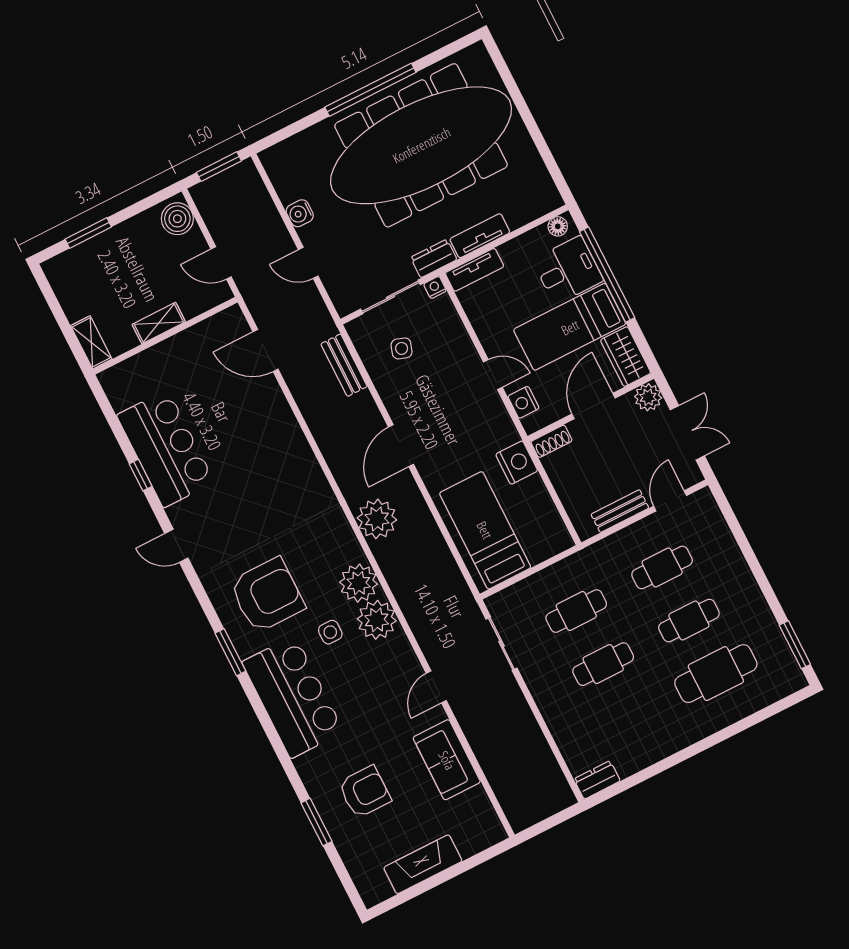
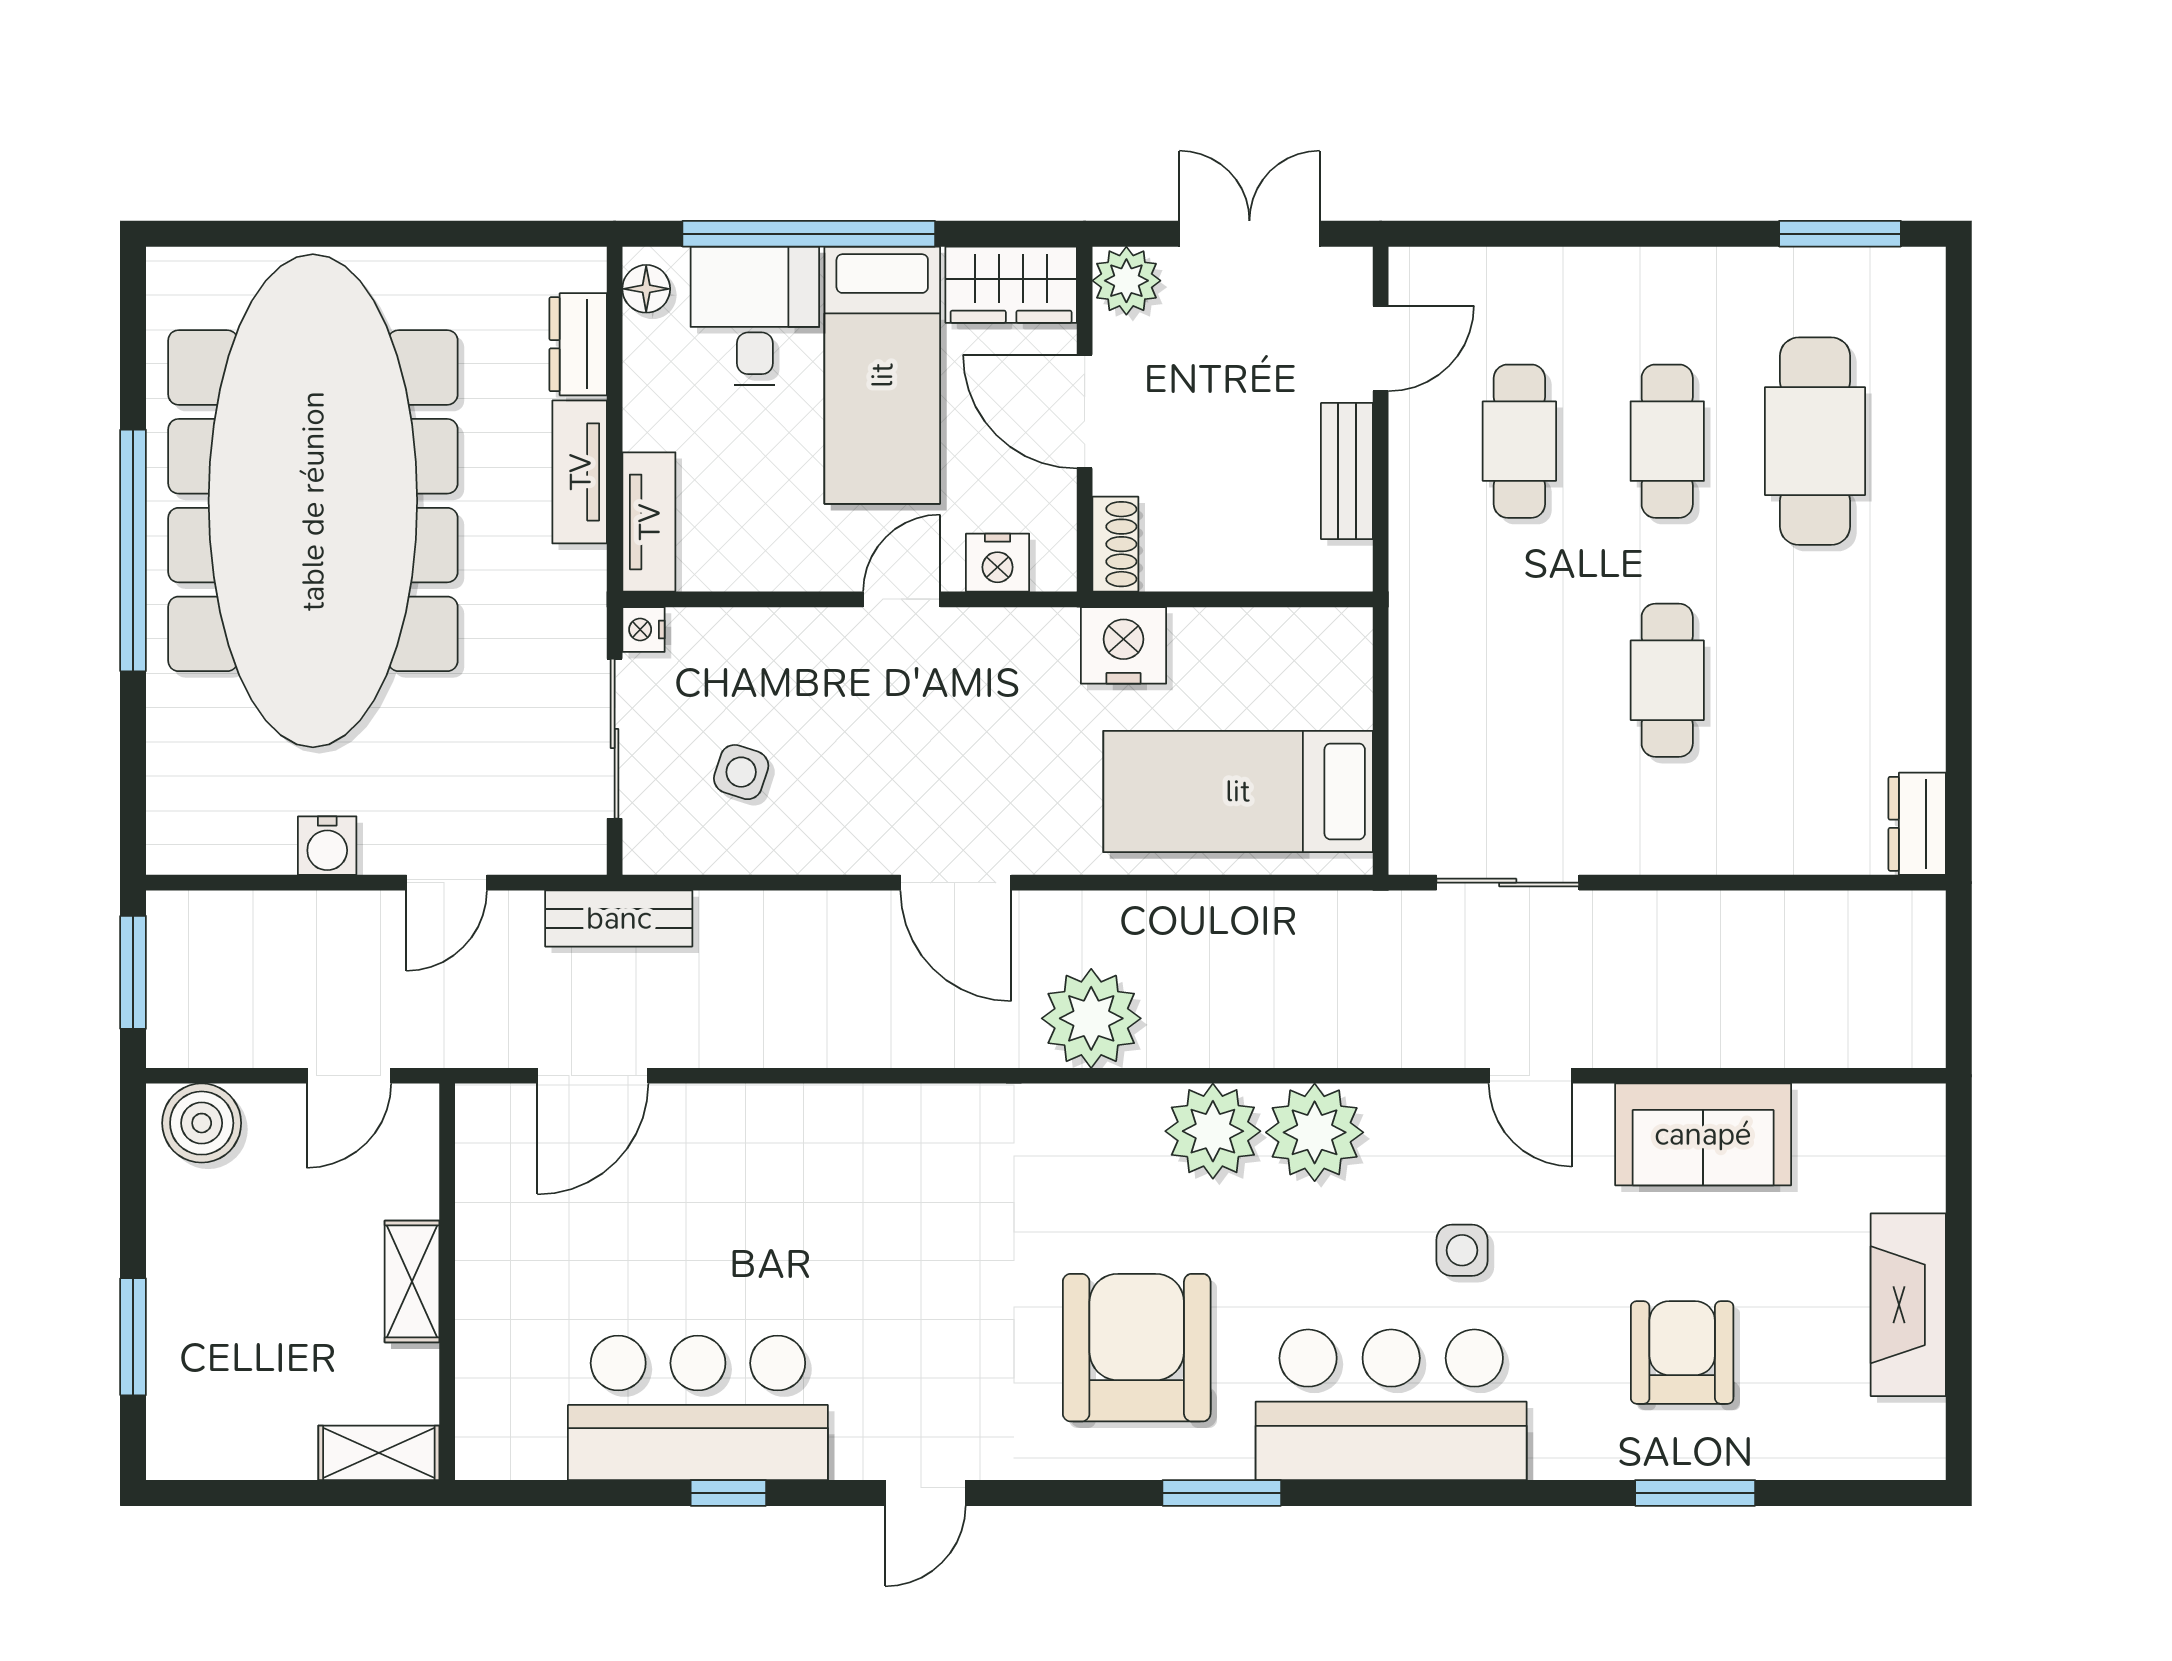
dresser: (434, 259) -> (578, 344), moved
bench: (344, 365) -> (619, 918), moved
door: (670, 501) -> (1381, 348), swing flipped
cafe table: (576, 611) -> (1519, 680), removed
side table: (330, 632) -> (1462, 1250), moved

